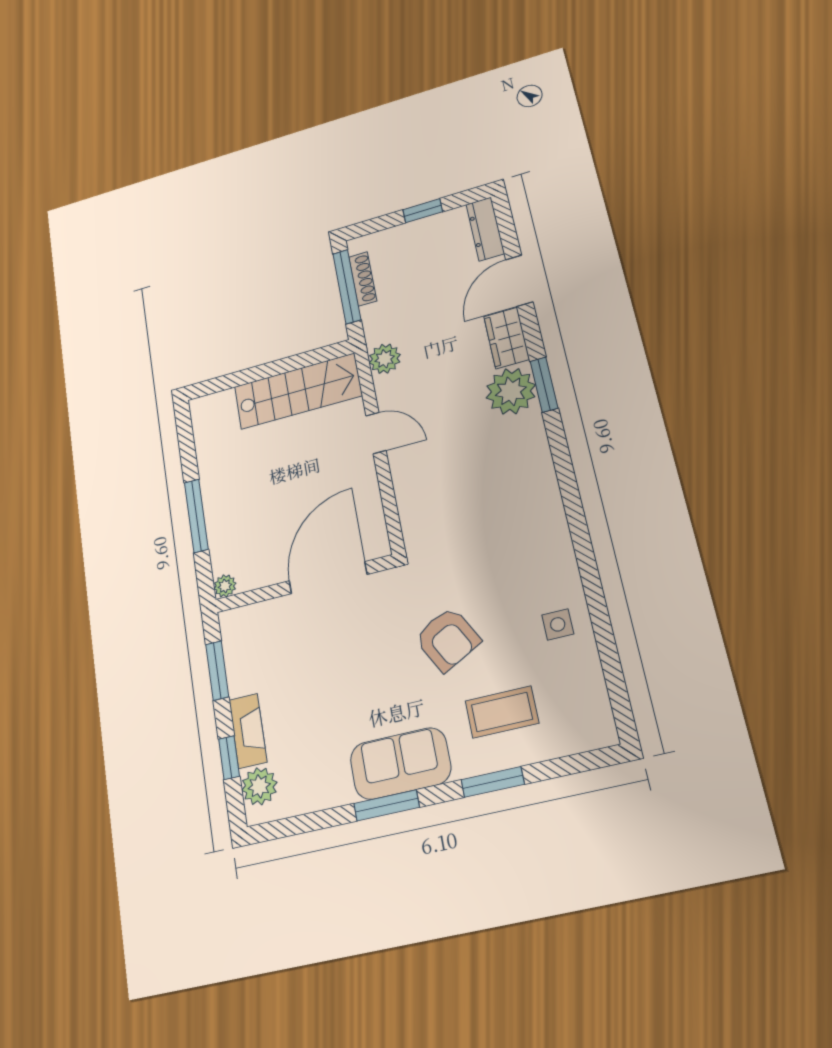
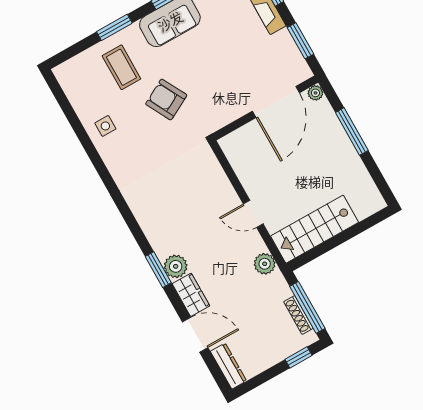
window: (423, 211) -> (299, 357), moved
door: (519, 281) -> (195, 335), hinge flipped
plant: (511, 391) -> (176, 266), width x0.73, depth x0.73
door: (328, 578) -> (276, 102), moved
coffee table: (502, 712) -> (121, 67), turned 90

